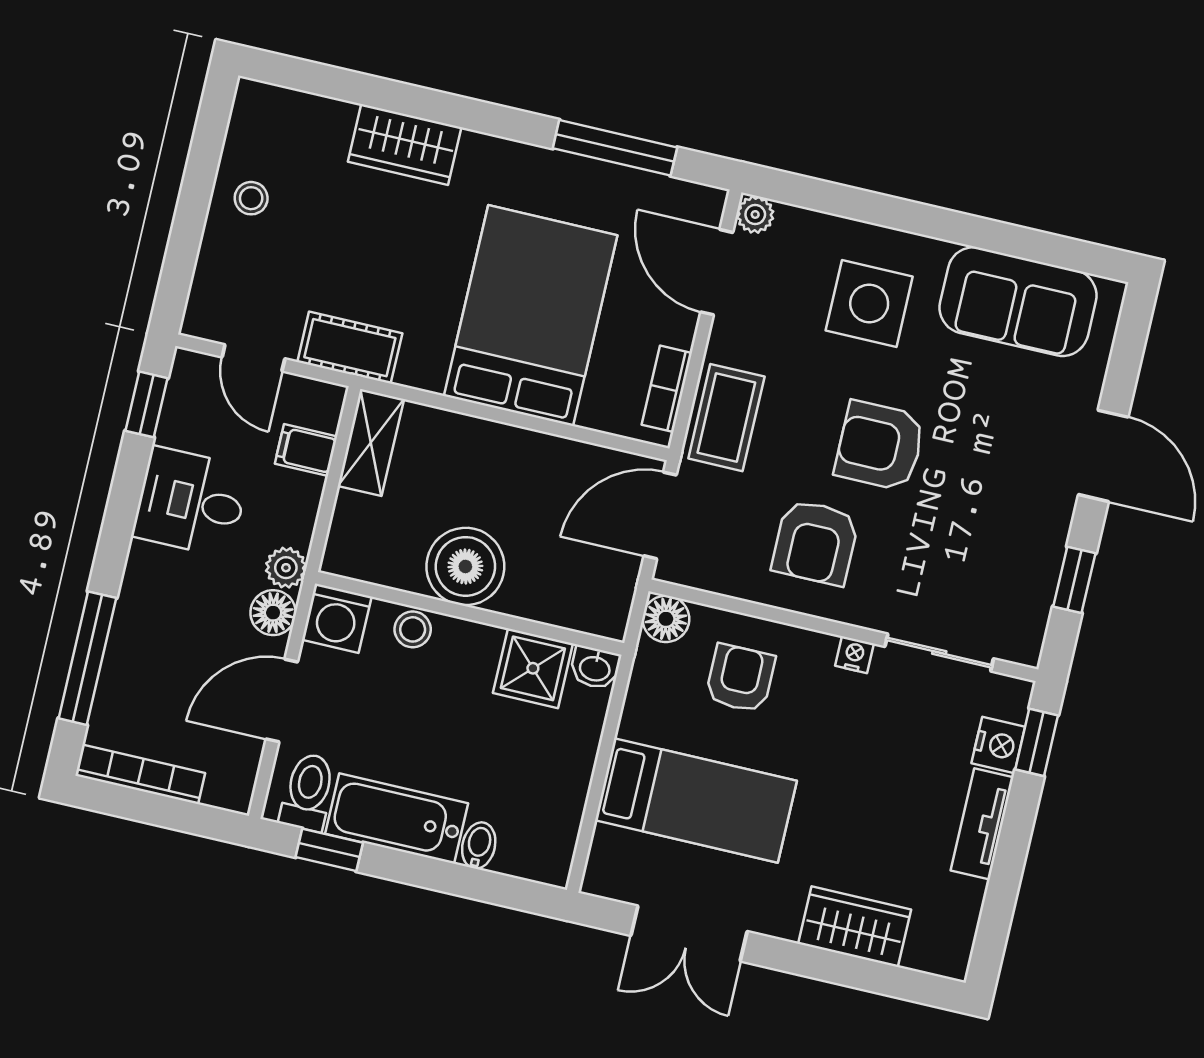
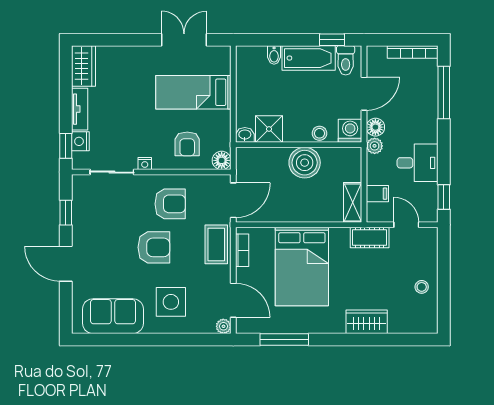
armchair: (815, 542) -> (170, 204), turned 90
wardrobe: (855, 927) -> (83, 66), moved, turned -90

